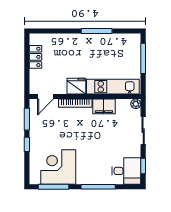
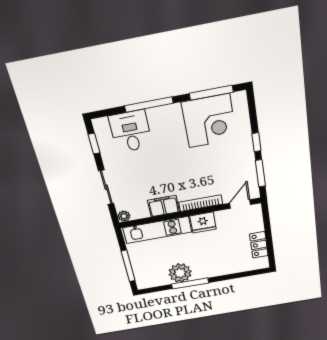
plant: (103, 43) -> (180, 273), added
desk: (126, 171) -> (131, 132), moved, turned 90

